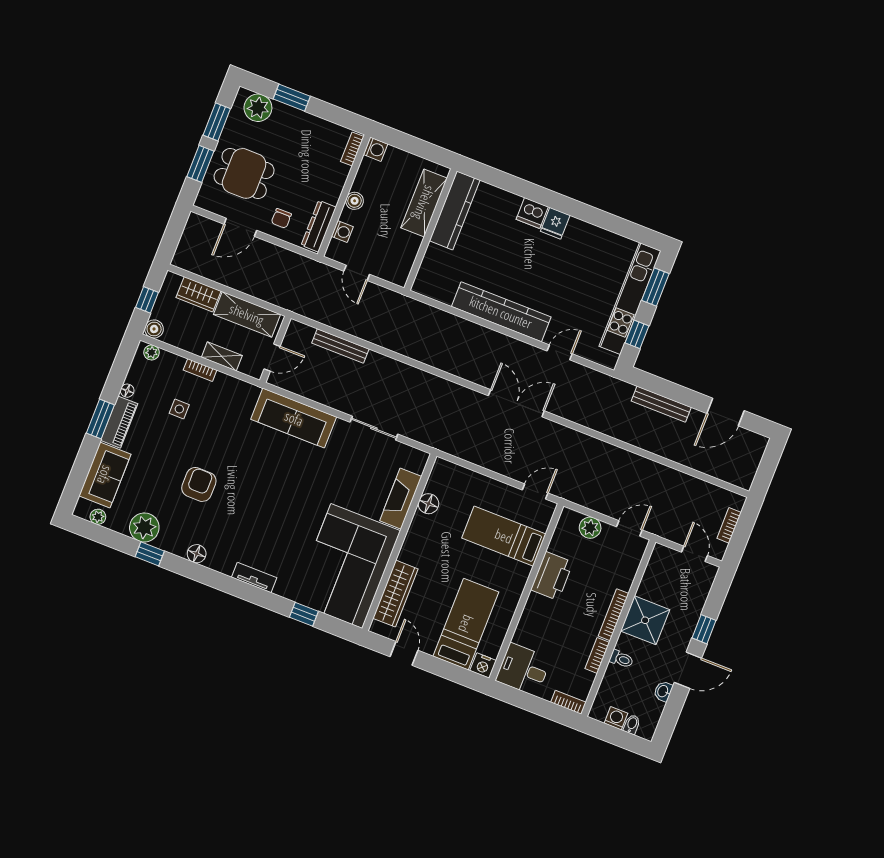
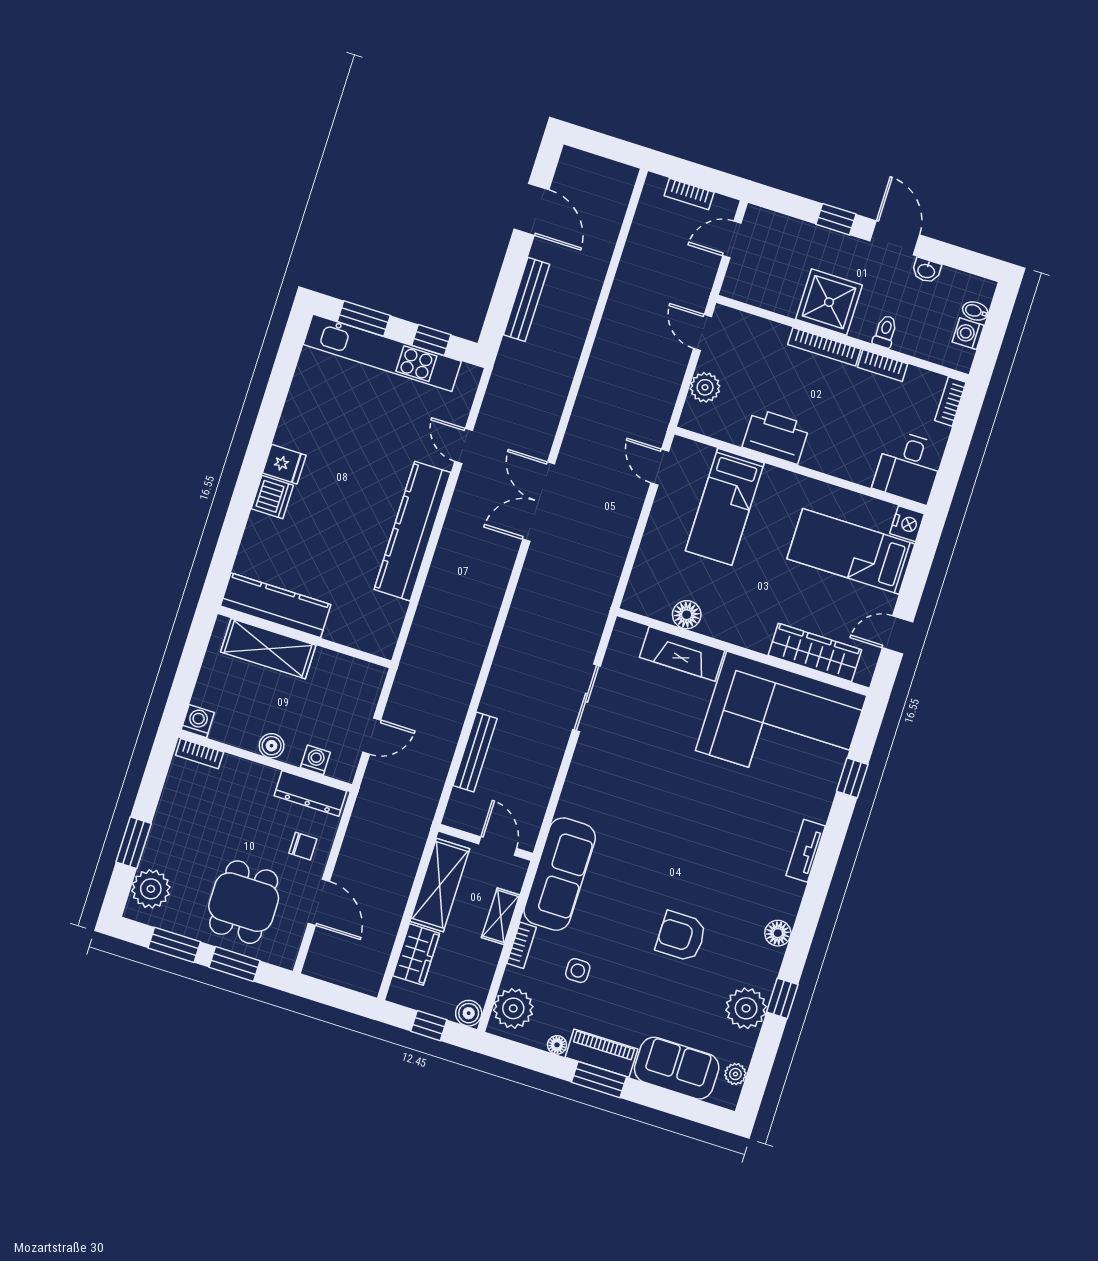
plant: (152, 352) -> (513, 1008), width x1.88, depth x1.88
sofa: (294, 418) -> (560, 874), moved

